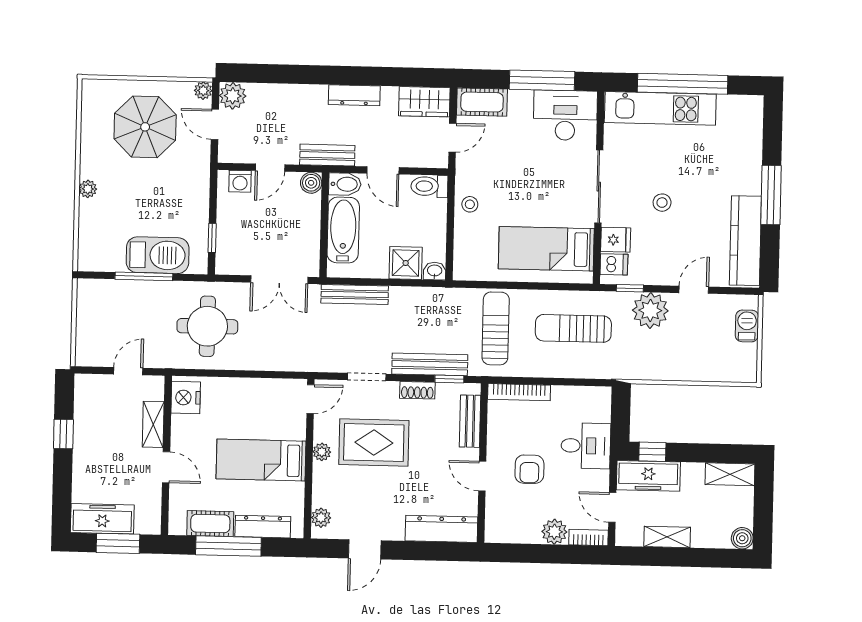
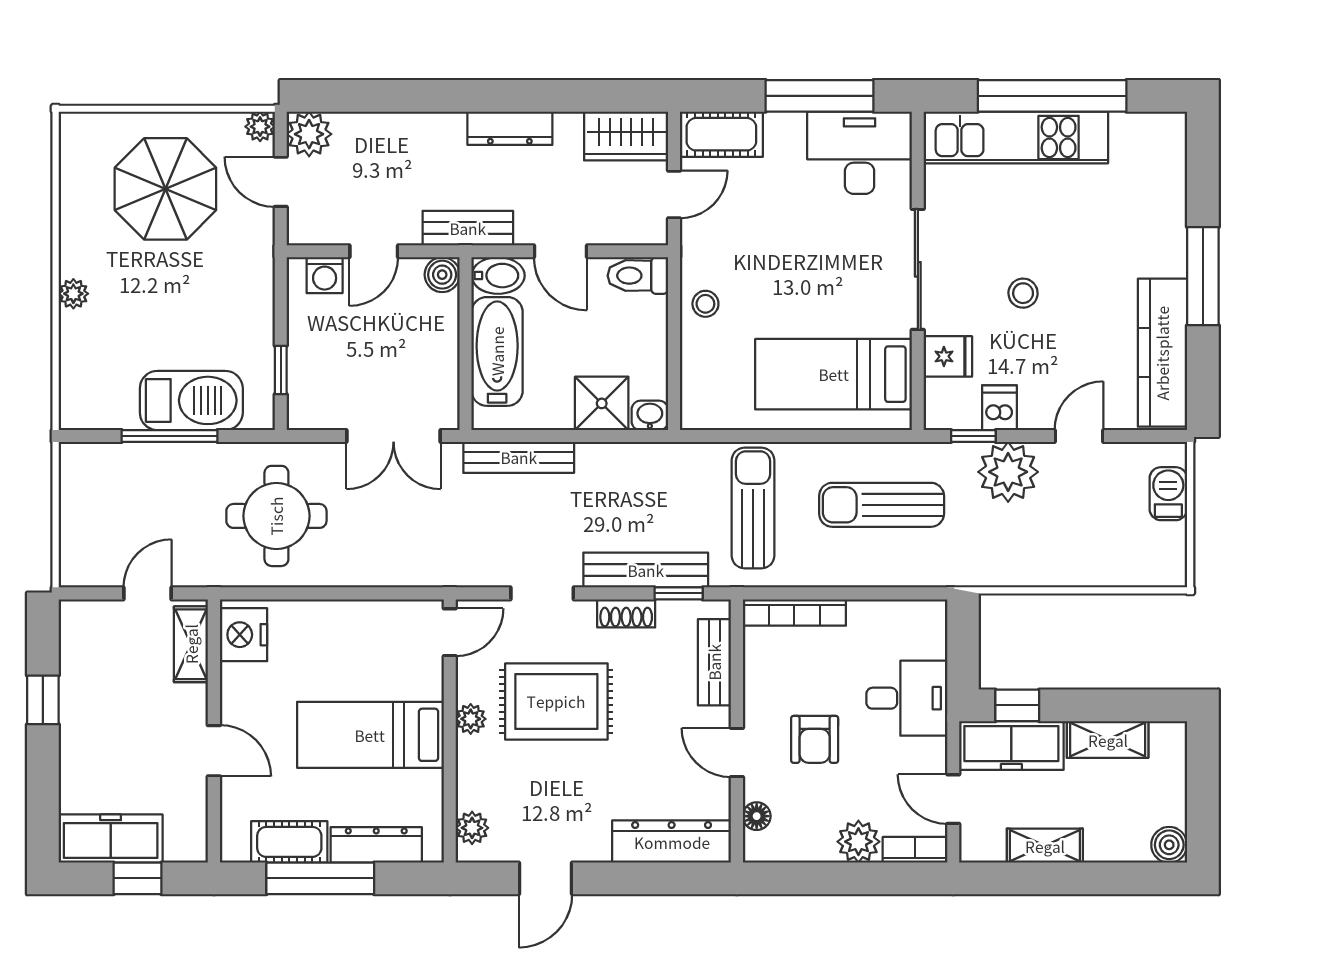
dishwasher: (614, 264) -> (999, 408), moved, turned -90
shelving: (153, 424) -> (191, 644), moved
shelving: (730, 474) -> (1108, 740), moved
floor lamp: (493, 515) -> (757, 816), added
window: (118, 543) -> (137, 878), width x0.67

